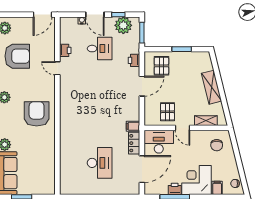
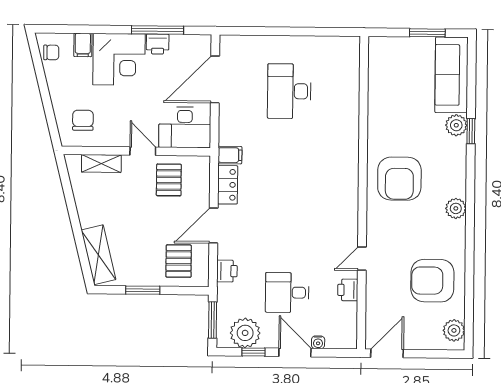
door: (57, 68) -> (362, 259), swing flipped
shelving: (212, 87) -> (98, 255), moved
locker: (134, 143) -> (228, 185), moved

